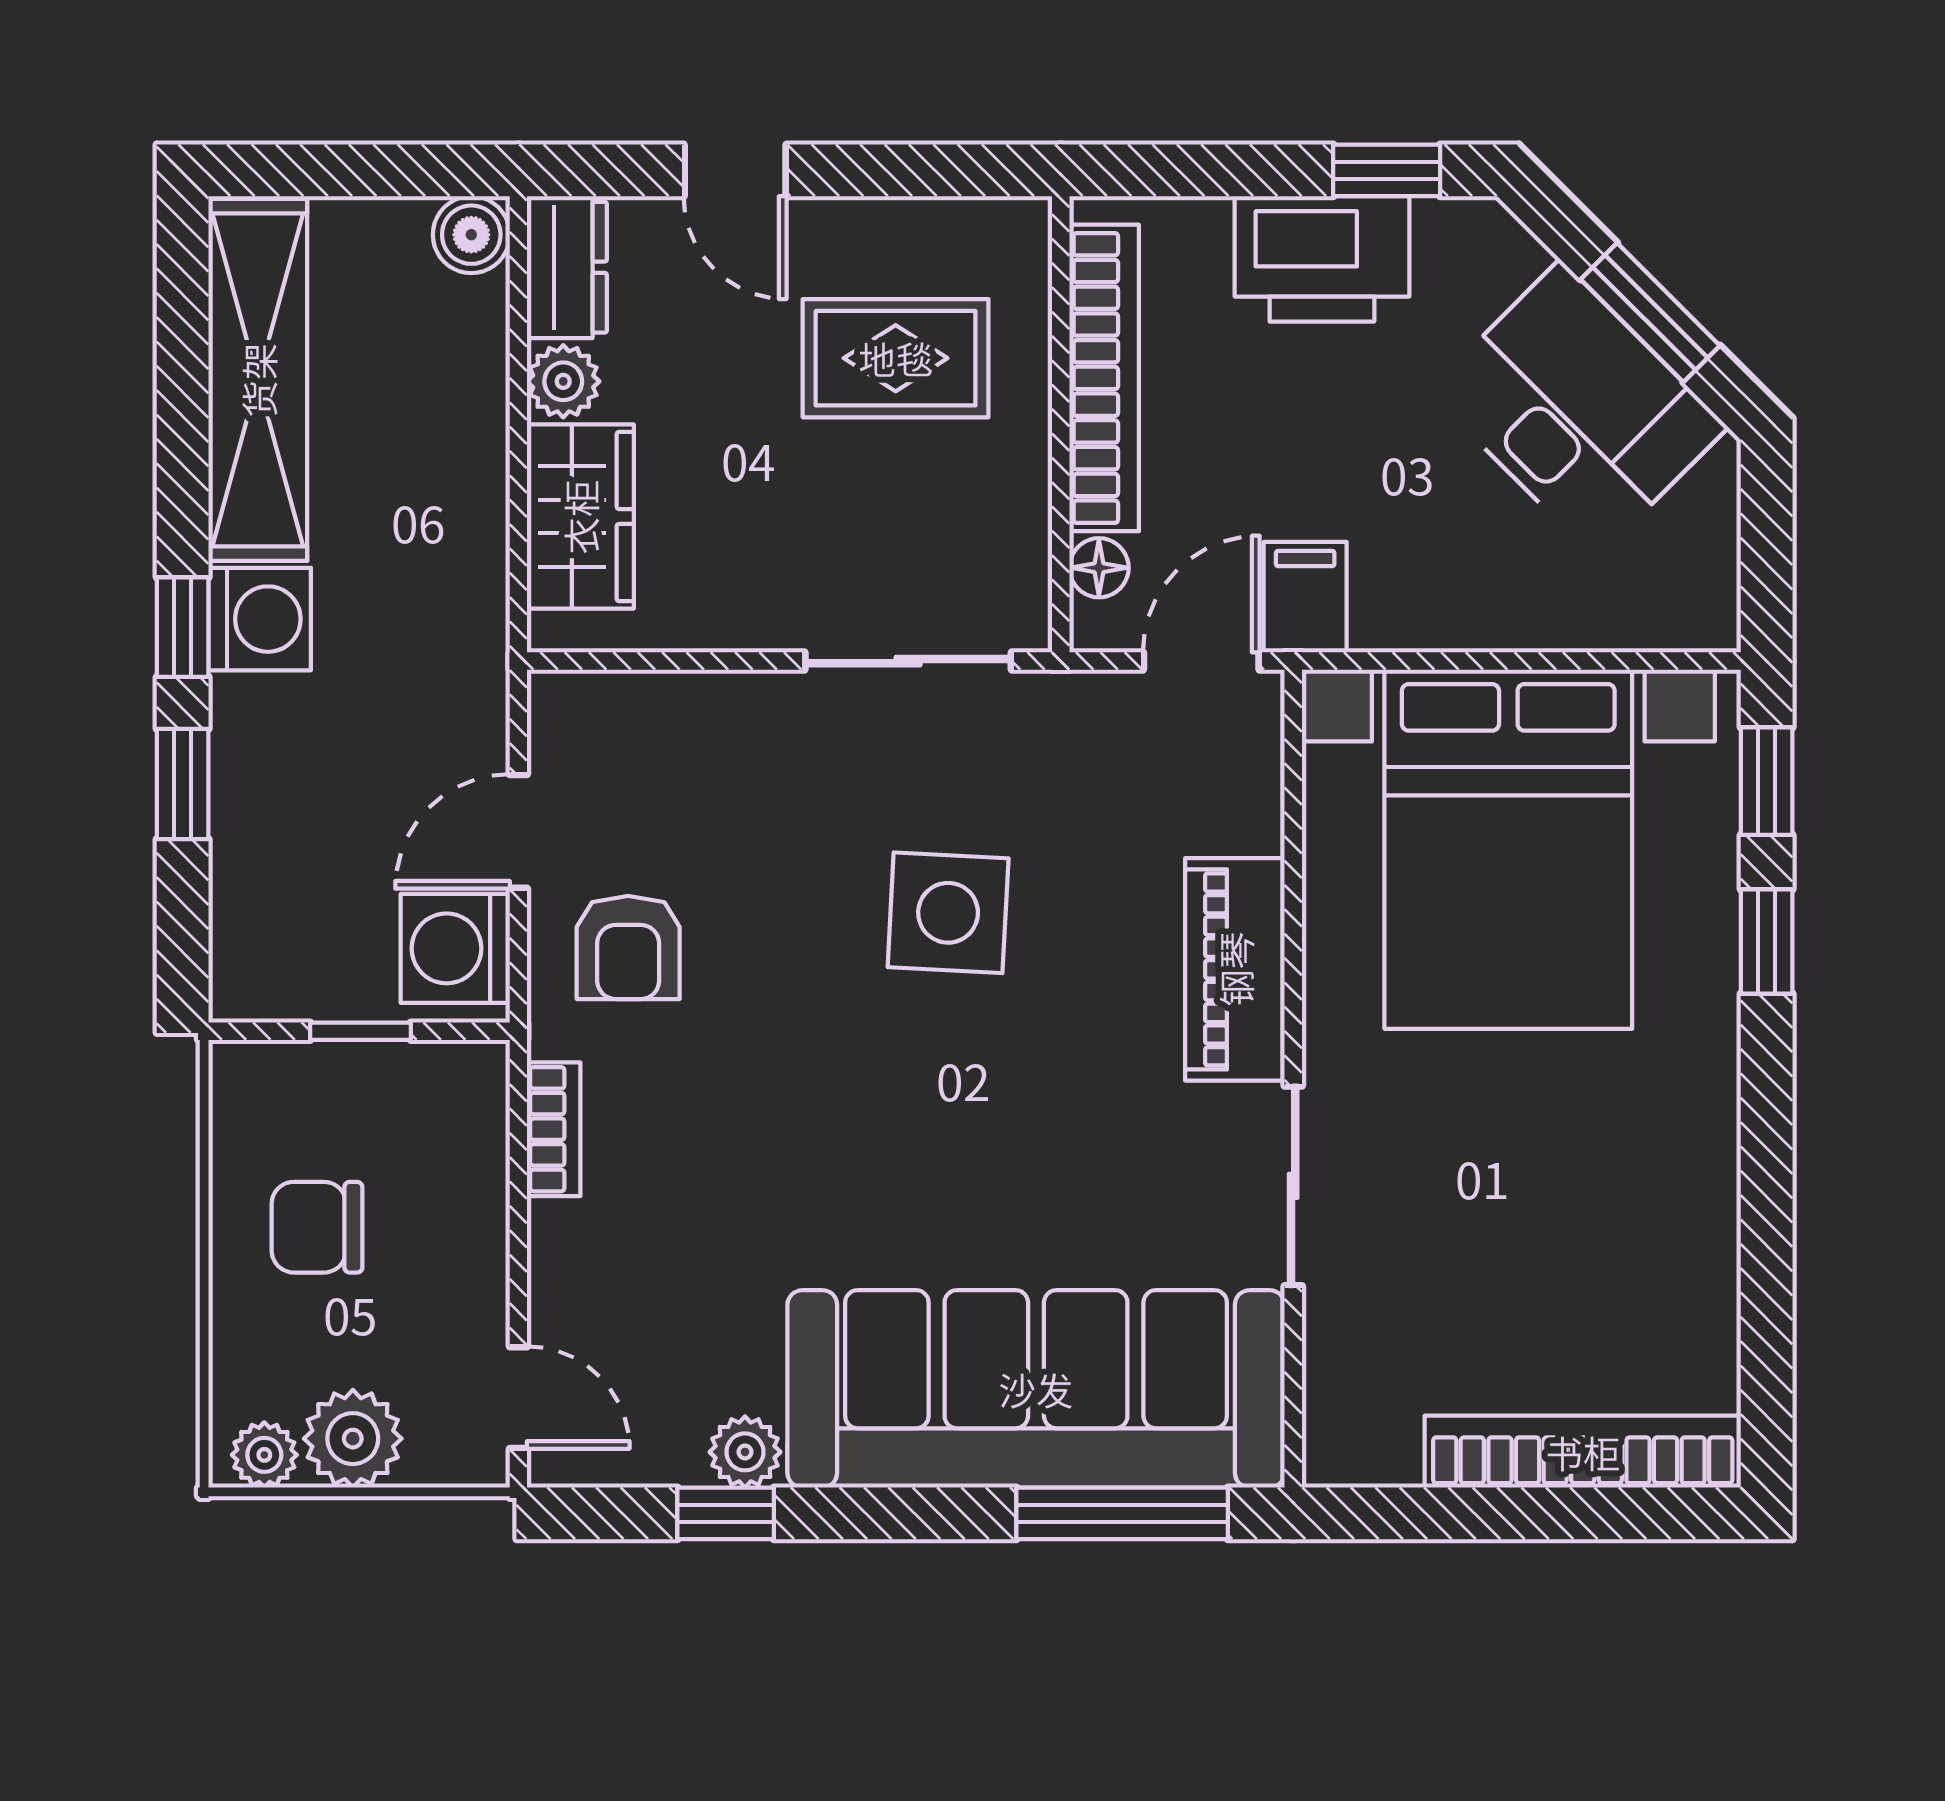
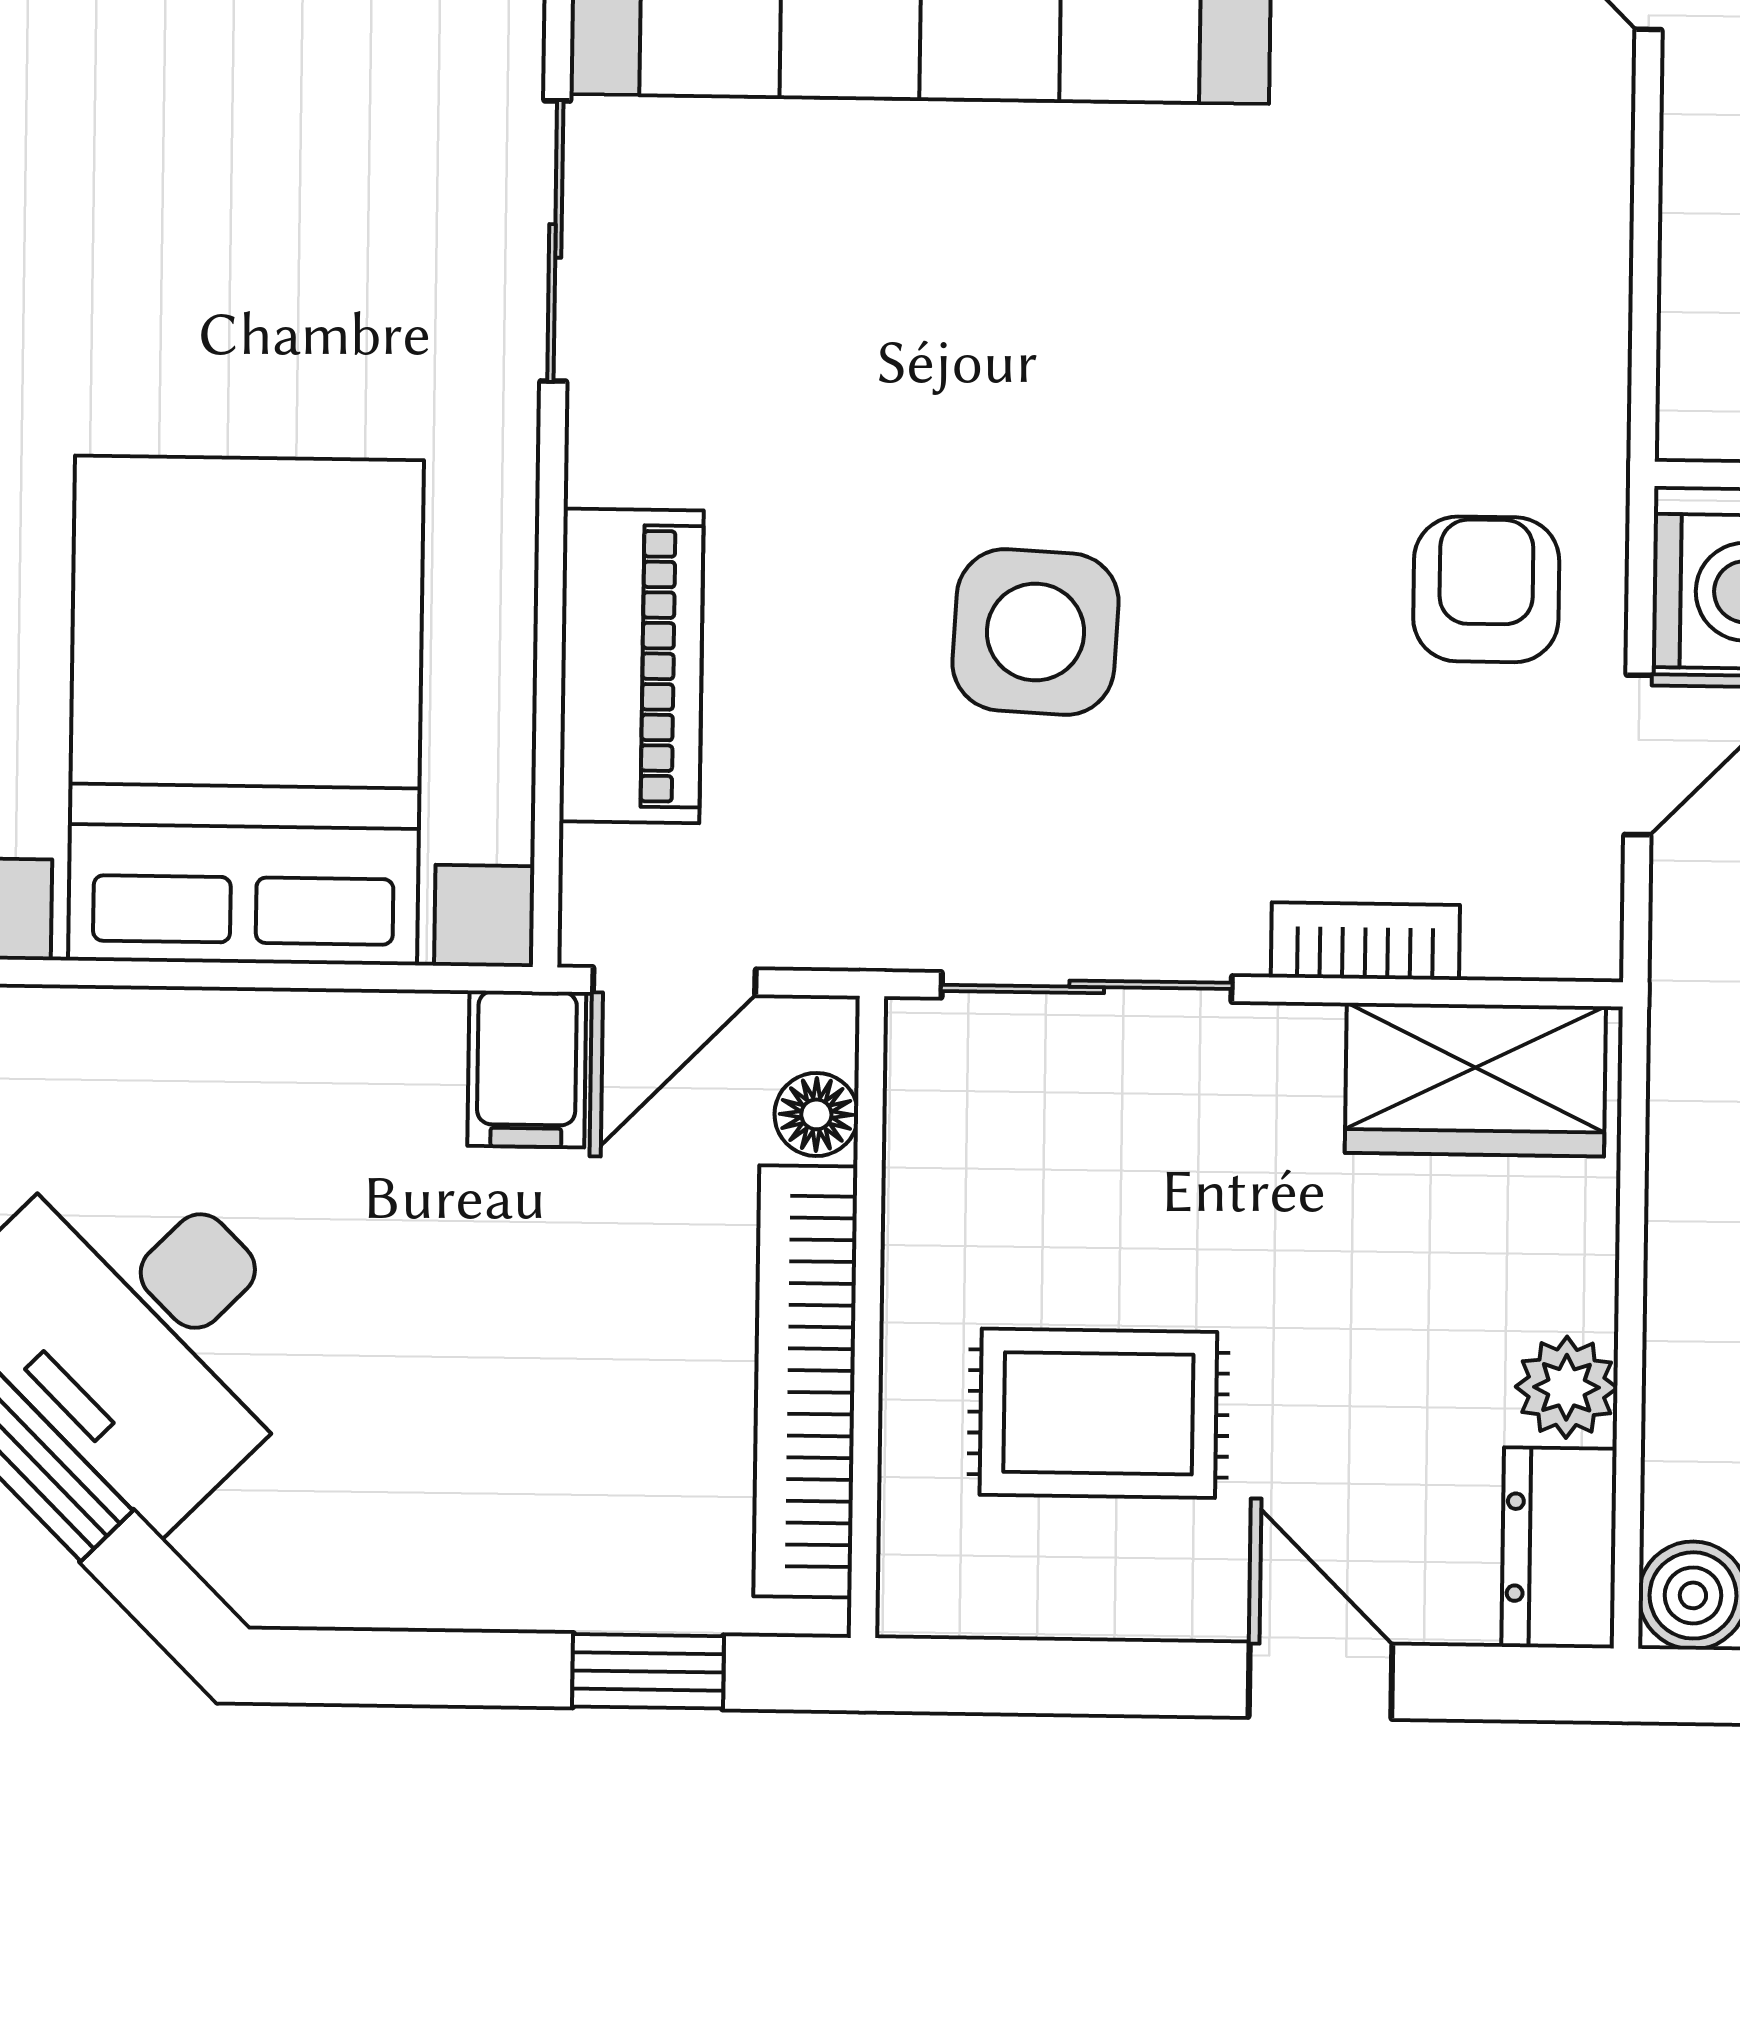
window: (1387, 170) -> (648, 1671), moved
printer: (1322, 259) -> (497, 1545), removed
wardrobe: (580, 517) -> (1475, 1080), moved, turned -90
piano: (1235, 969) -> (631, 666), moved
bookcase: (554, 1129) -> (1365, 941), moved, turned 90

